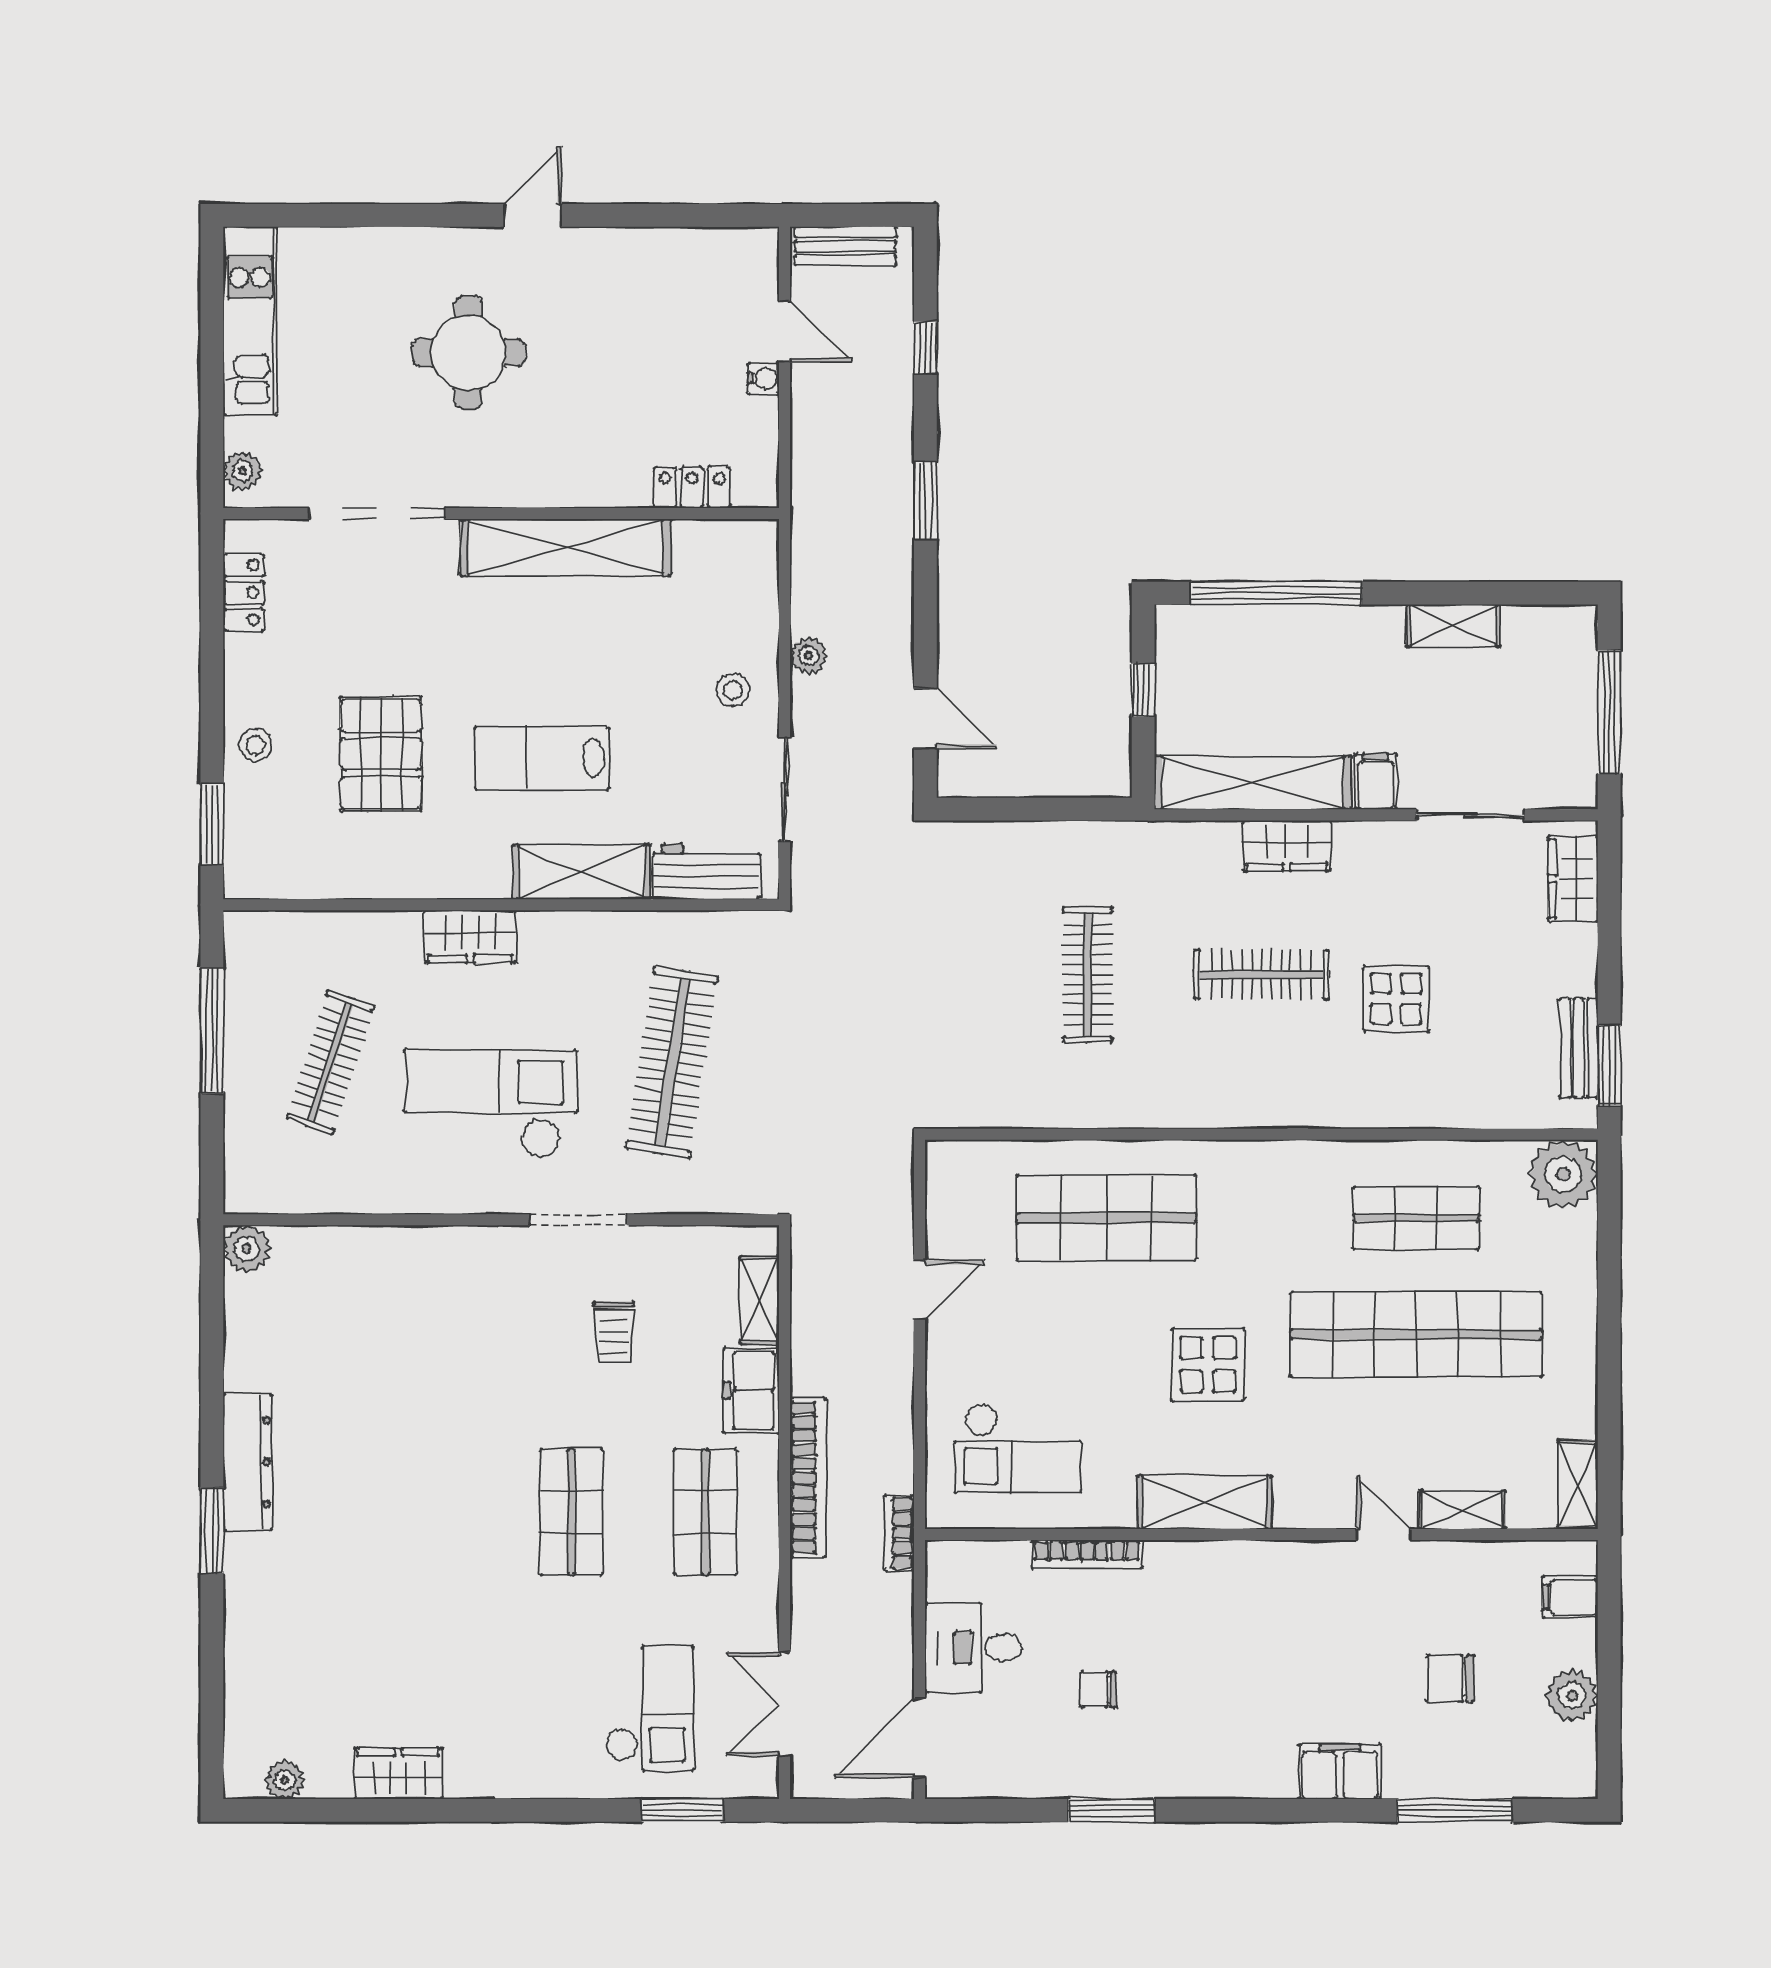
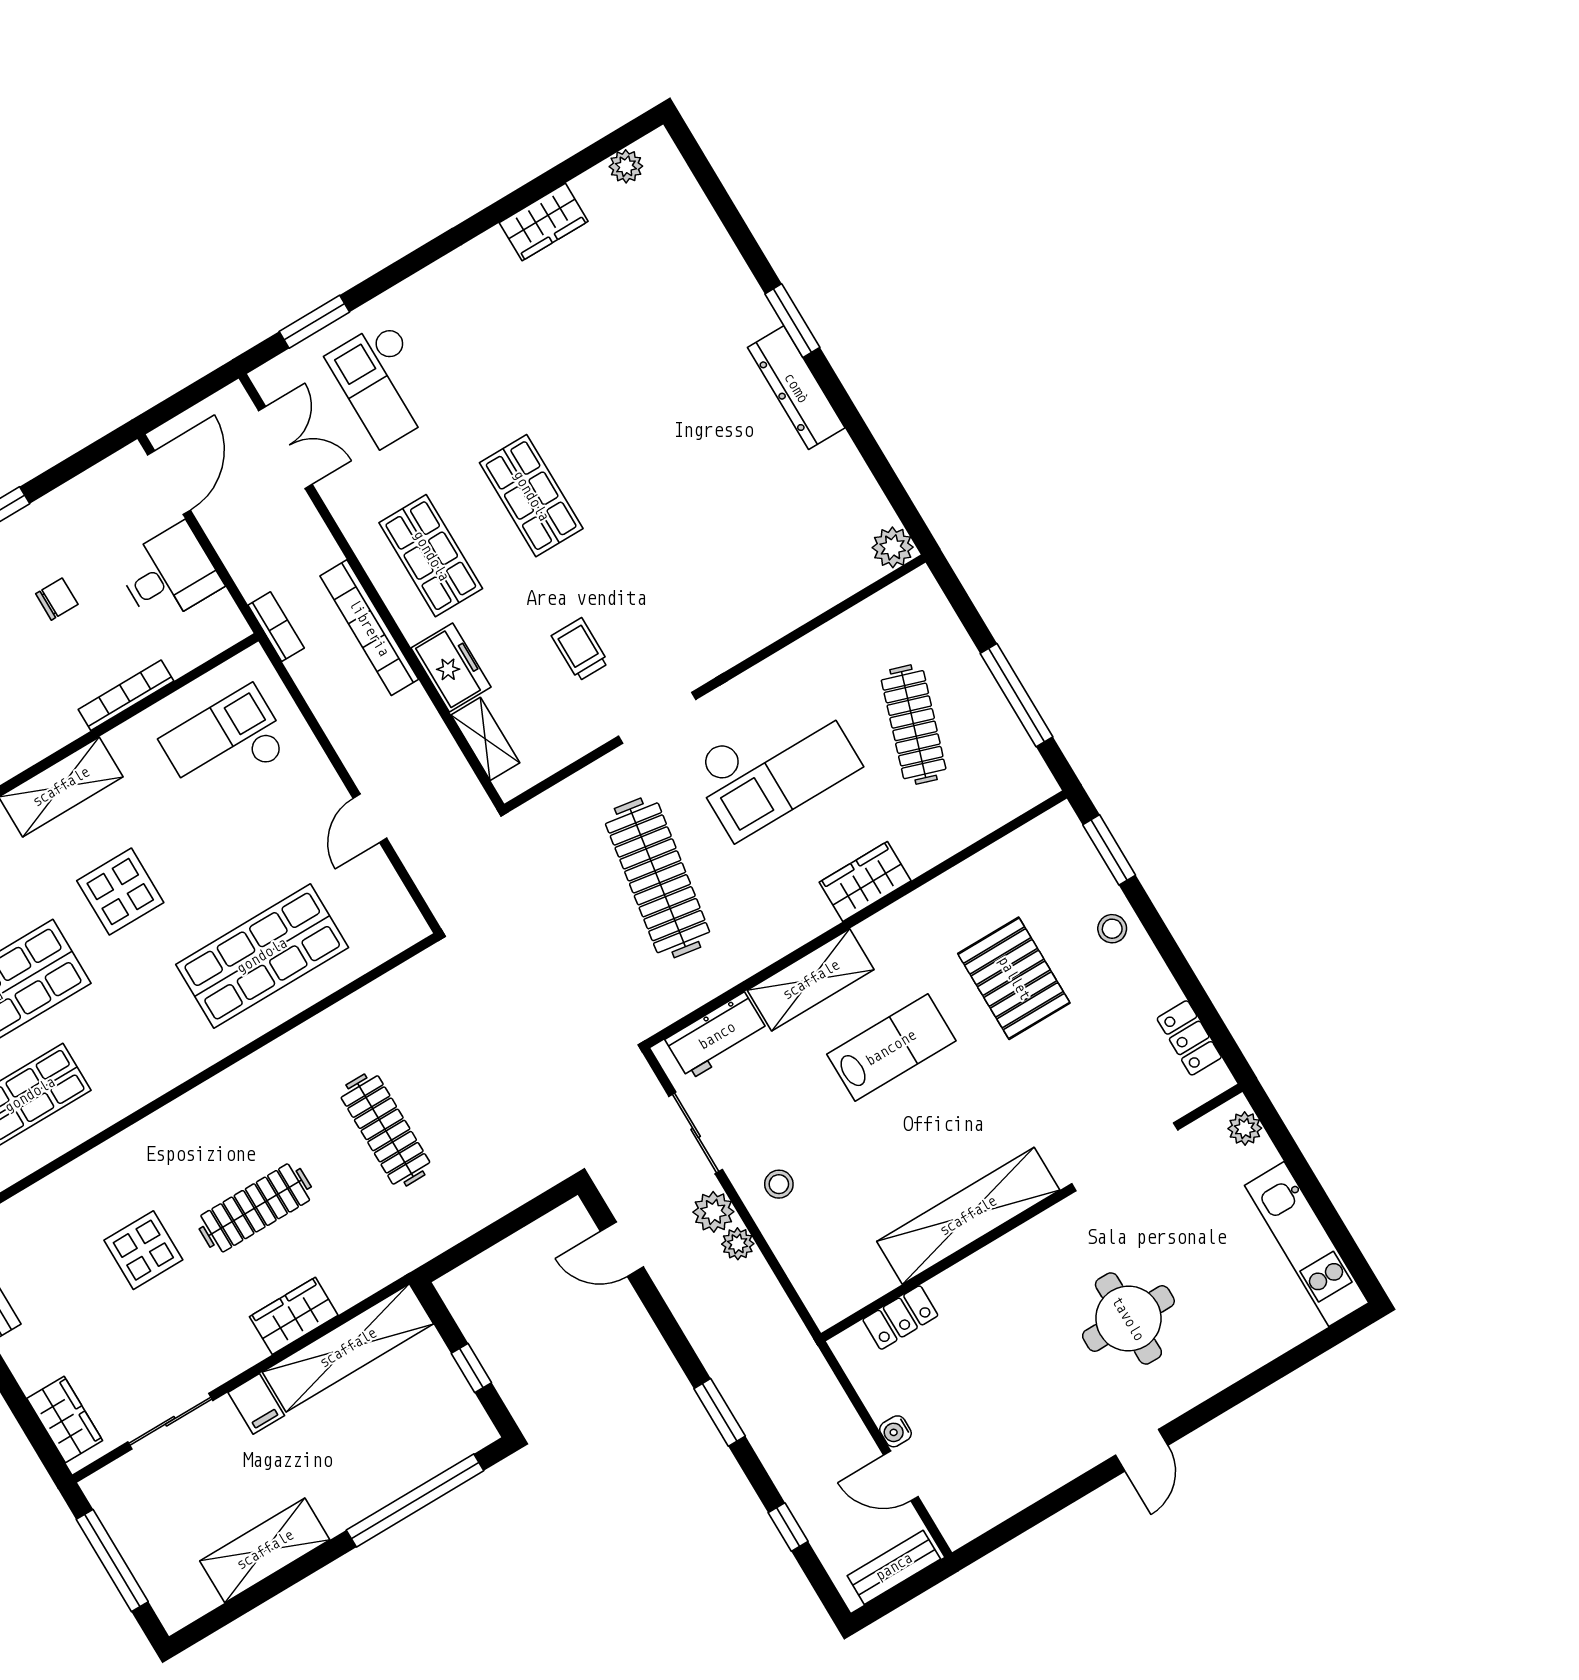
shelving: (1453, 625) -> (265, 1550), width x1.50, depth x1.33
plant: (813, 701) -> (713, 1212), added

